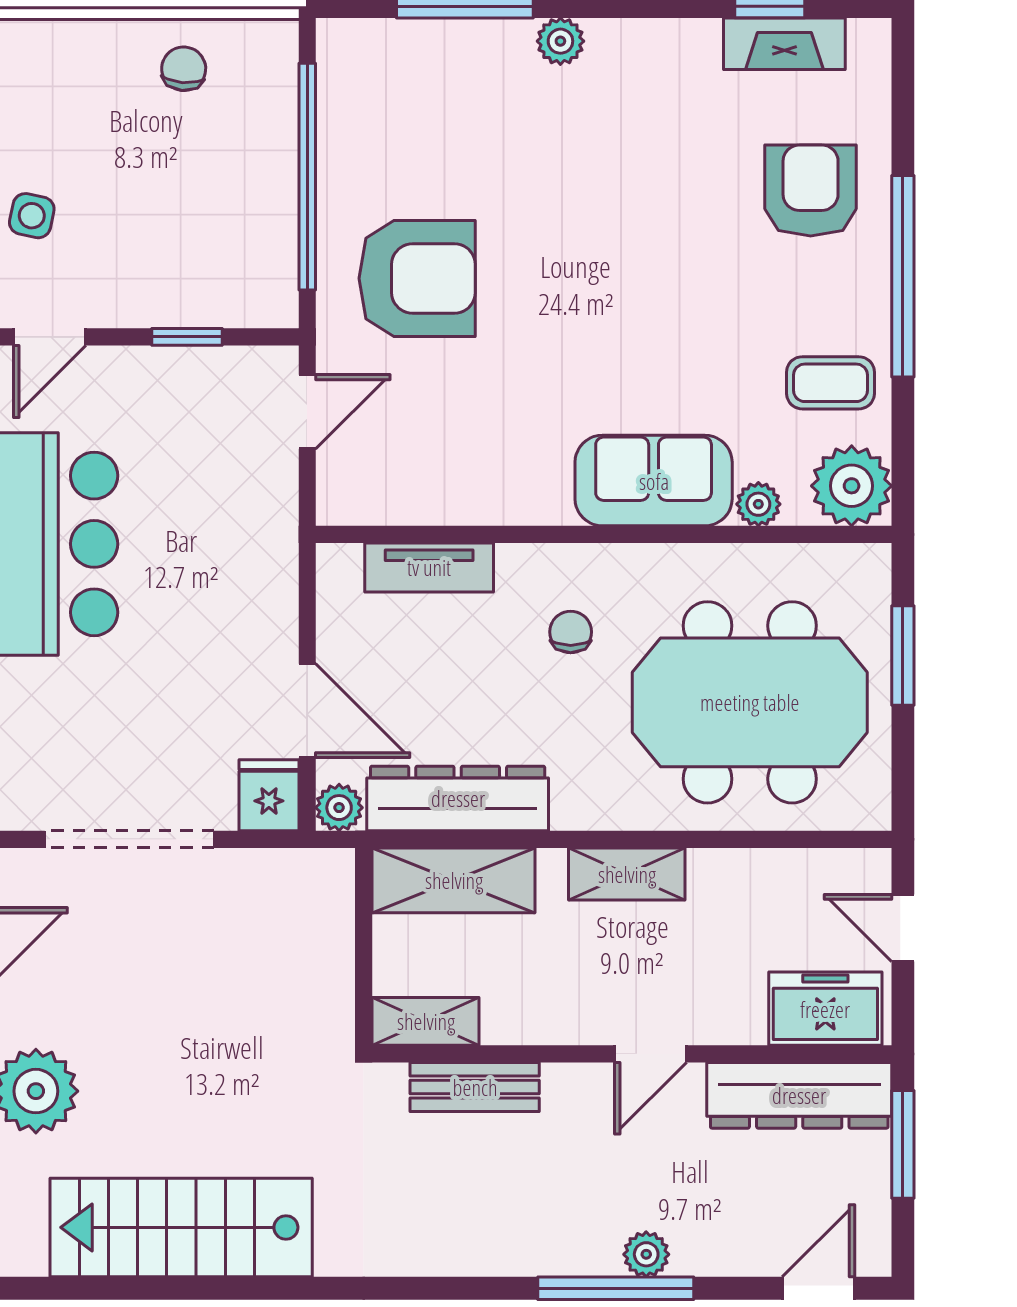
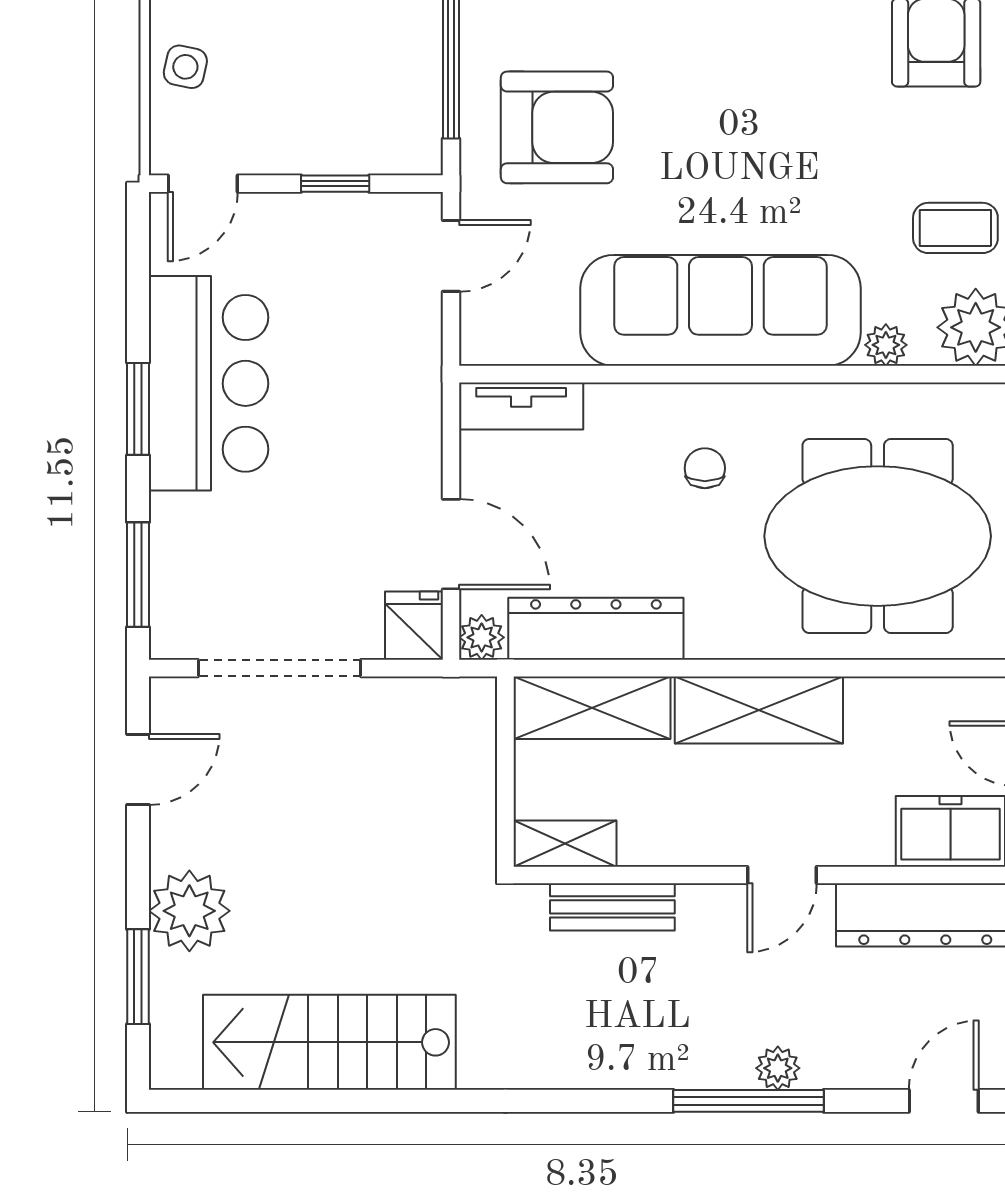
sofa: (654, 481) -> (720, 310), width x1.85, depth x1.27
tv unit: (429, 567) -> (521, 406), moved
shelving: (627, 874) -> (759, 710), width x1.50, depth x1.33

